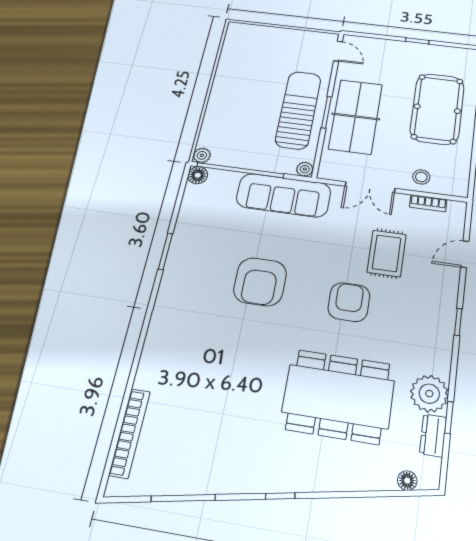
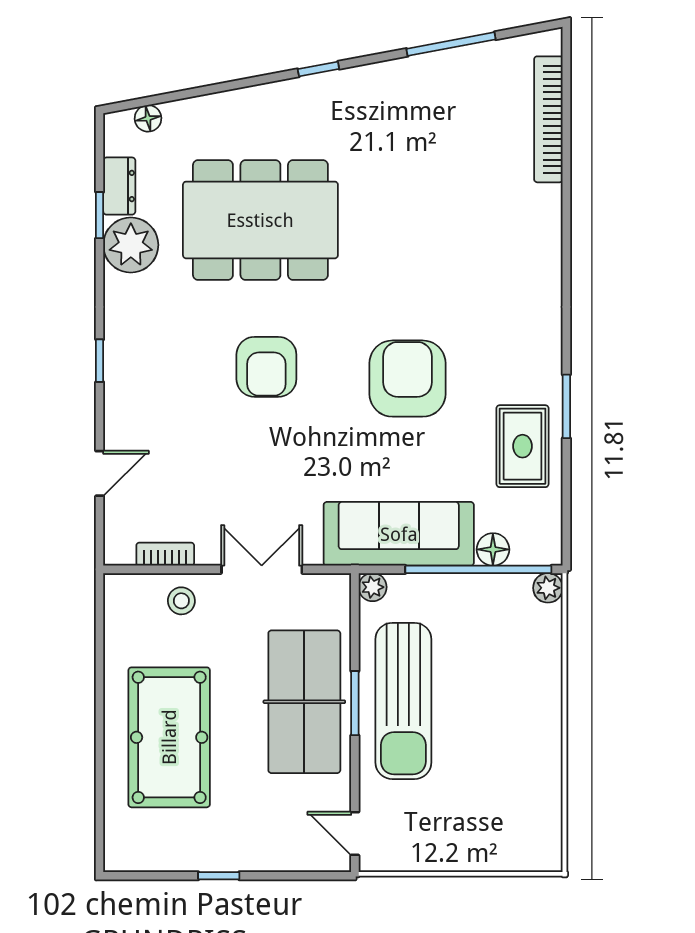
floor lamp: (198, 175) -> (493, 549), moved
rug: (387, 253) -> (523, 446), moved

